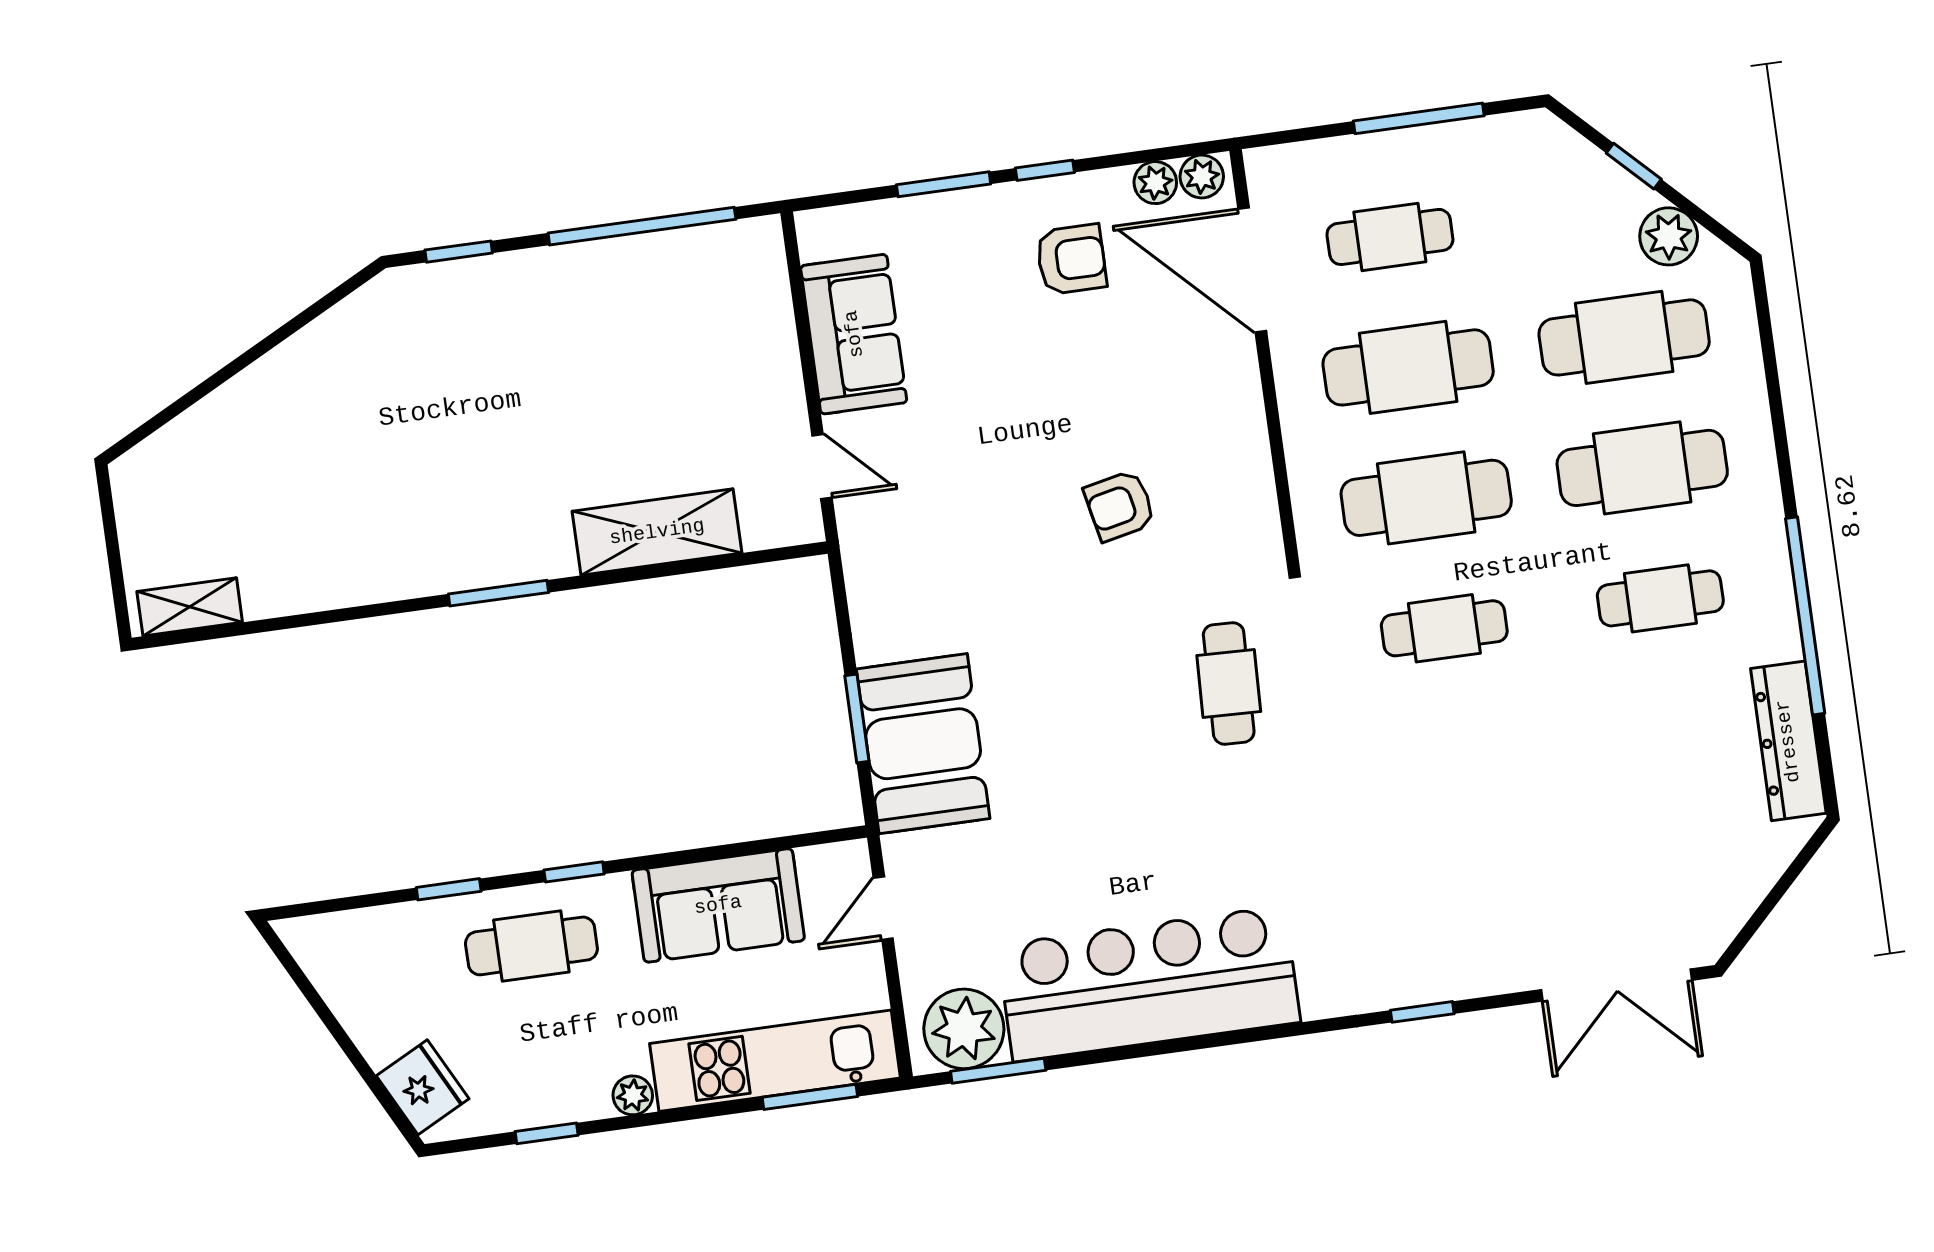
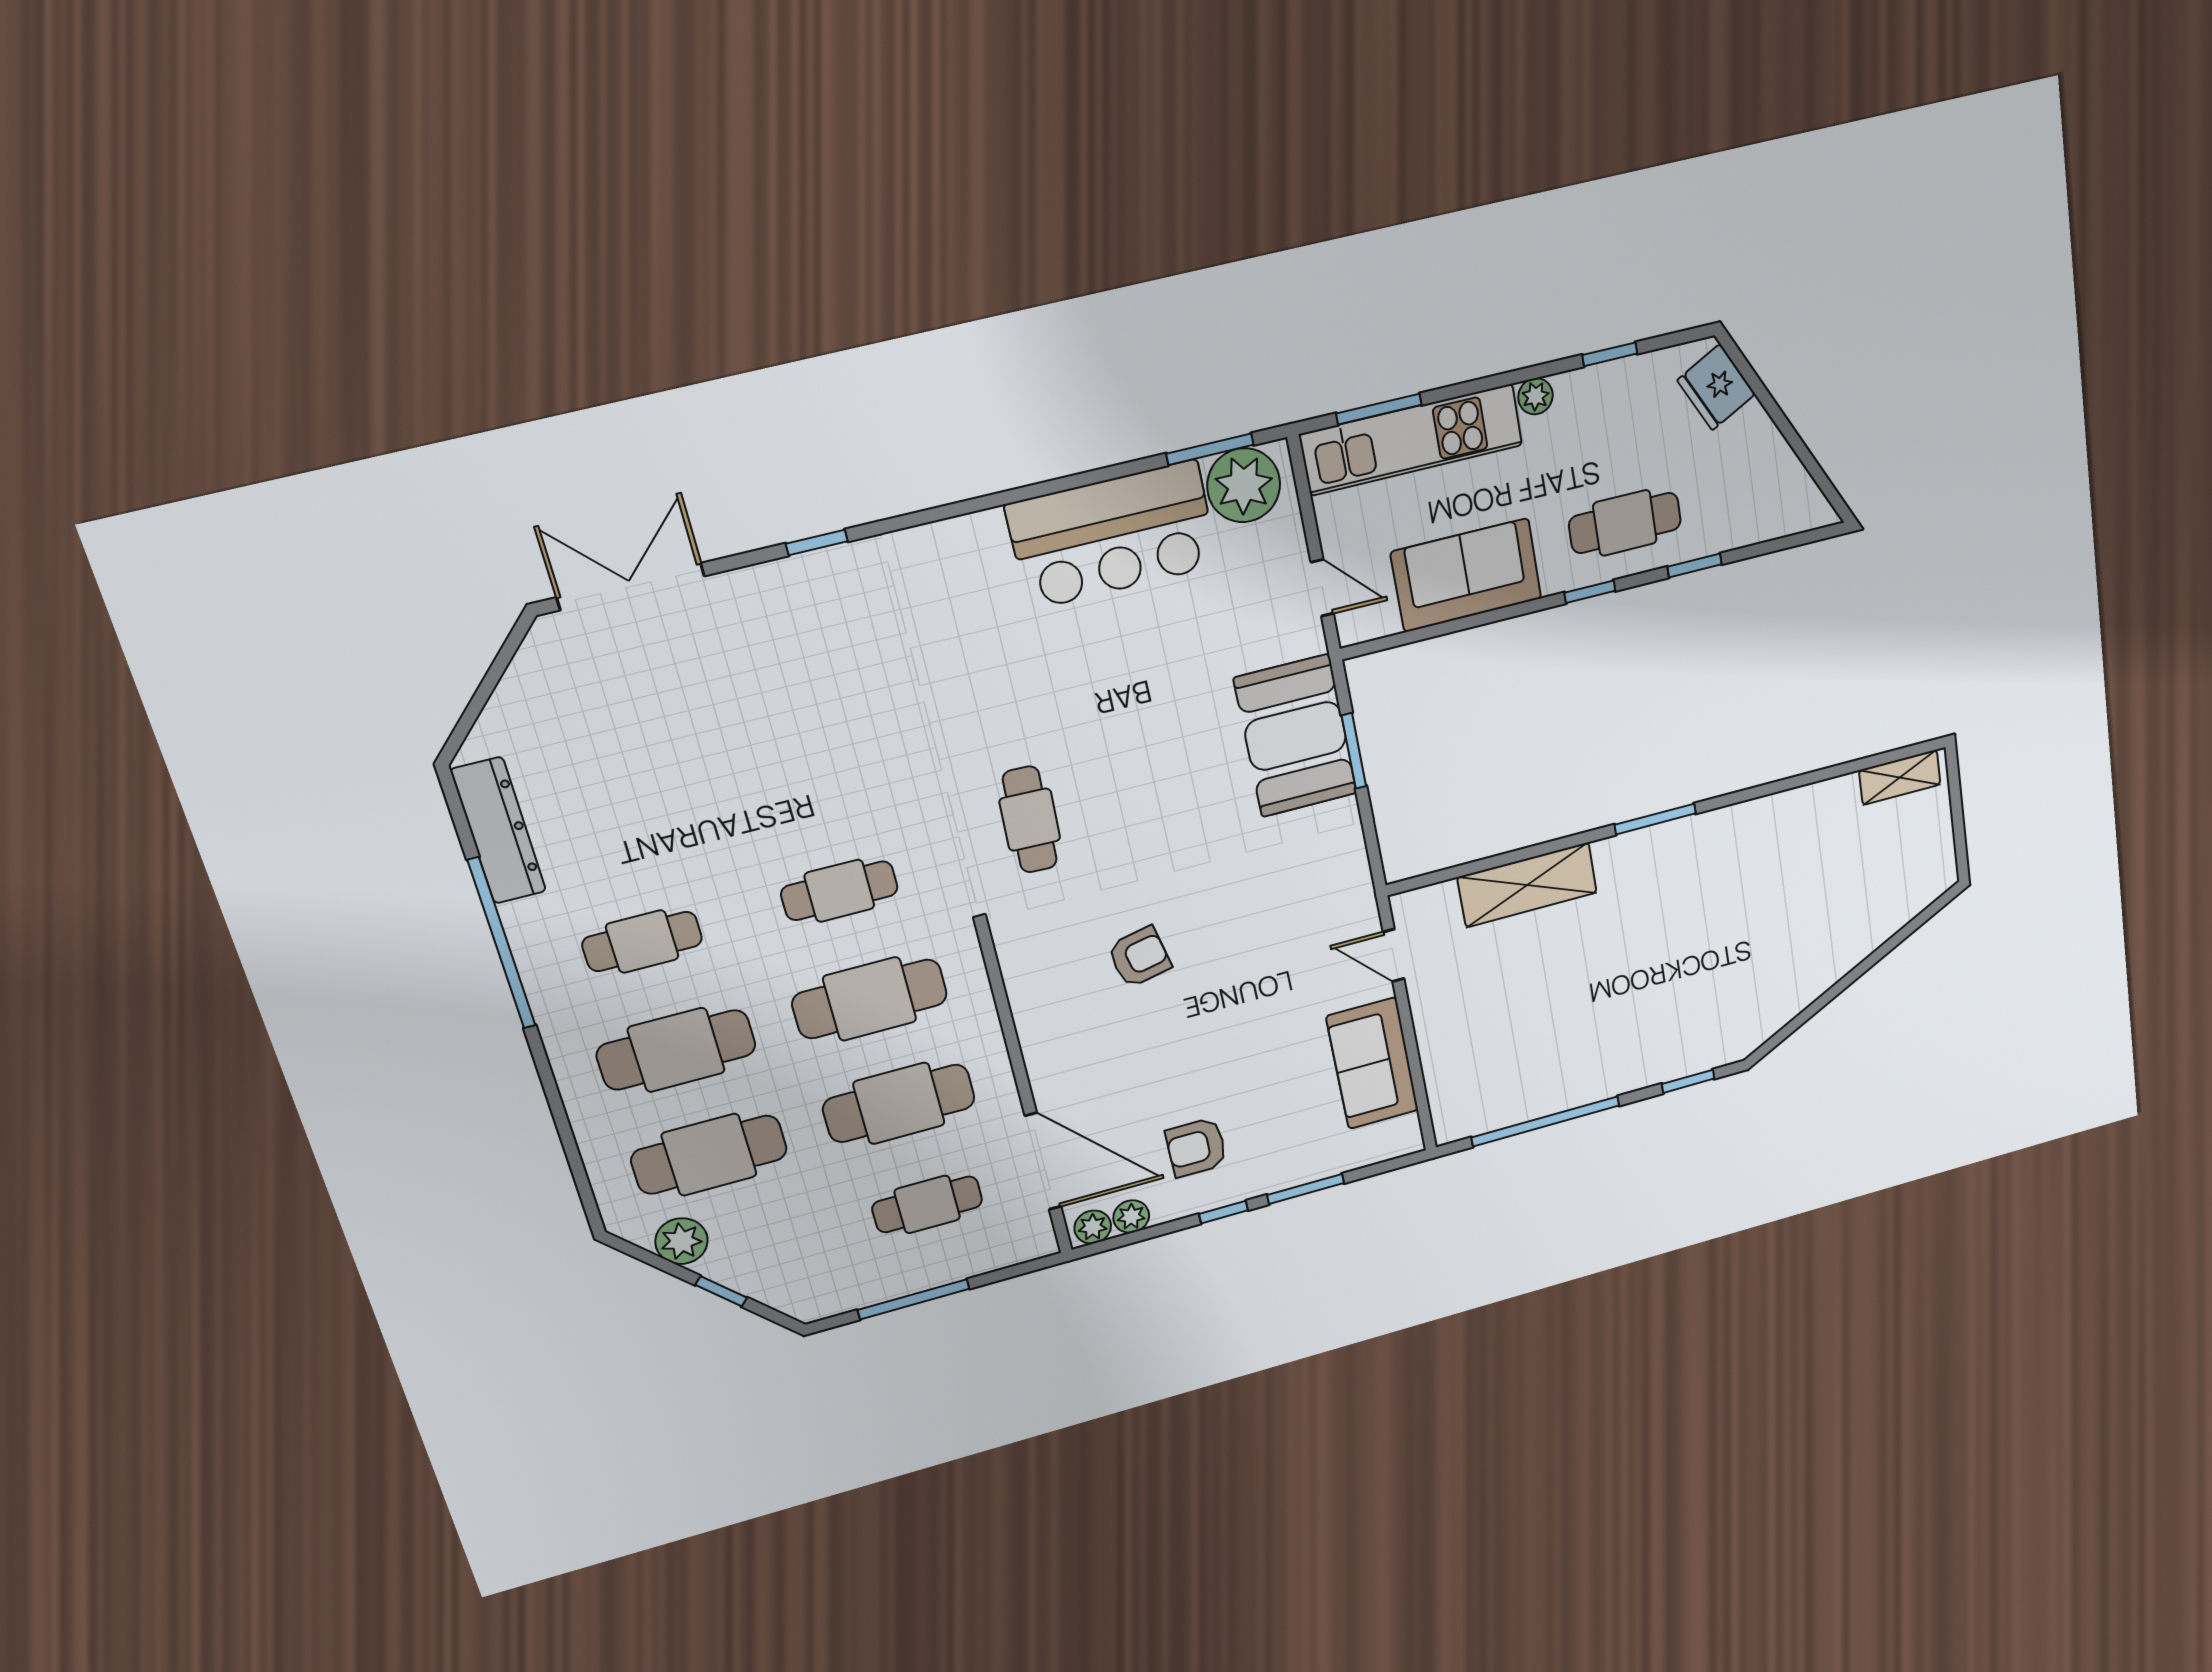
door: (883, 908) -> (1322, 588), hinge flipped
bar counter: (1149, 984) -> (1113, 535), width x0.73

